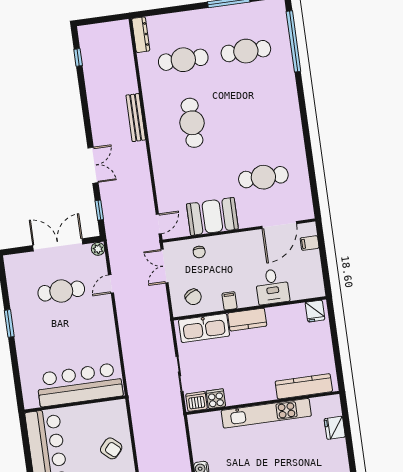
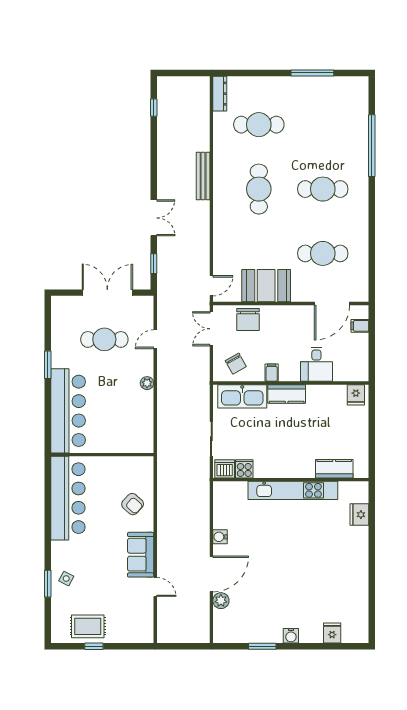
window: (293, 41) -> (372, 146), moved
cafe table: (246, 51) -> (323, 189), moved
plant: (98, 249) -> (147, 383), moved
chair: (199, 252) -> (248, 319), width x1.87, depth x1.87
bar counter: (80, 385) -> (68, 411), moved, turned 90
kitchen counter: (304, 386) -> (334, 469), width x0.67

